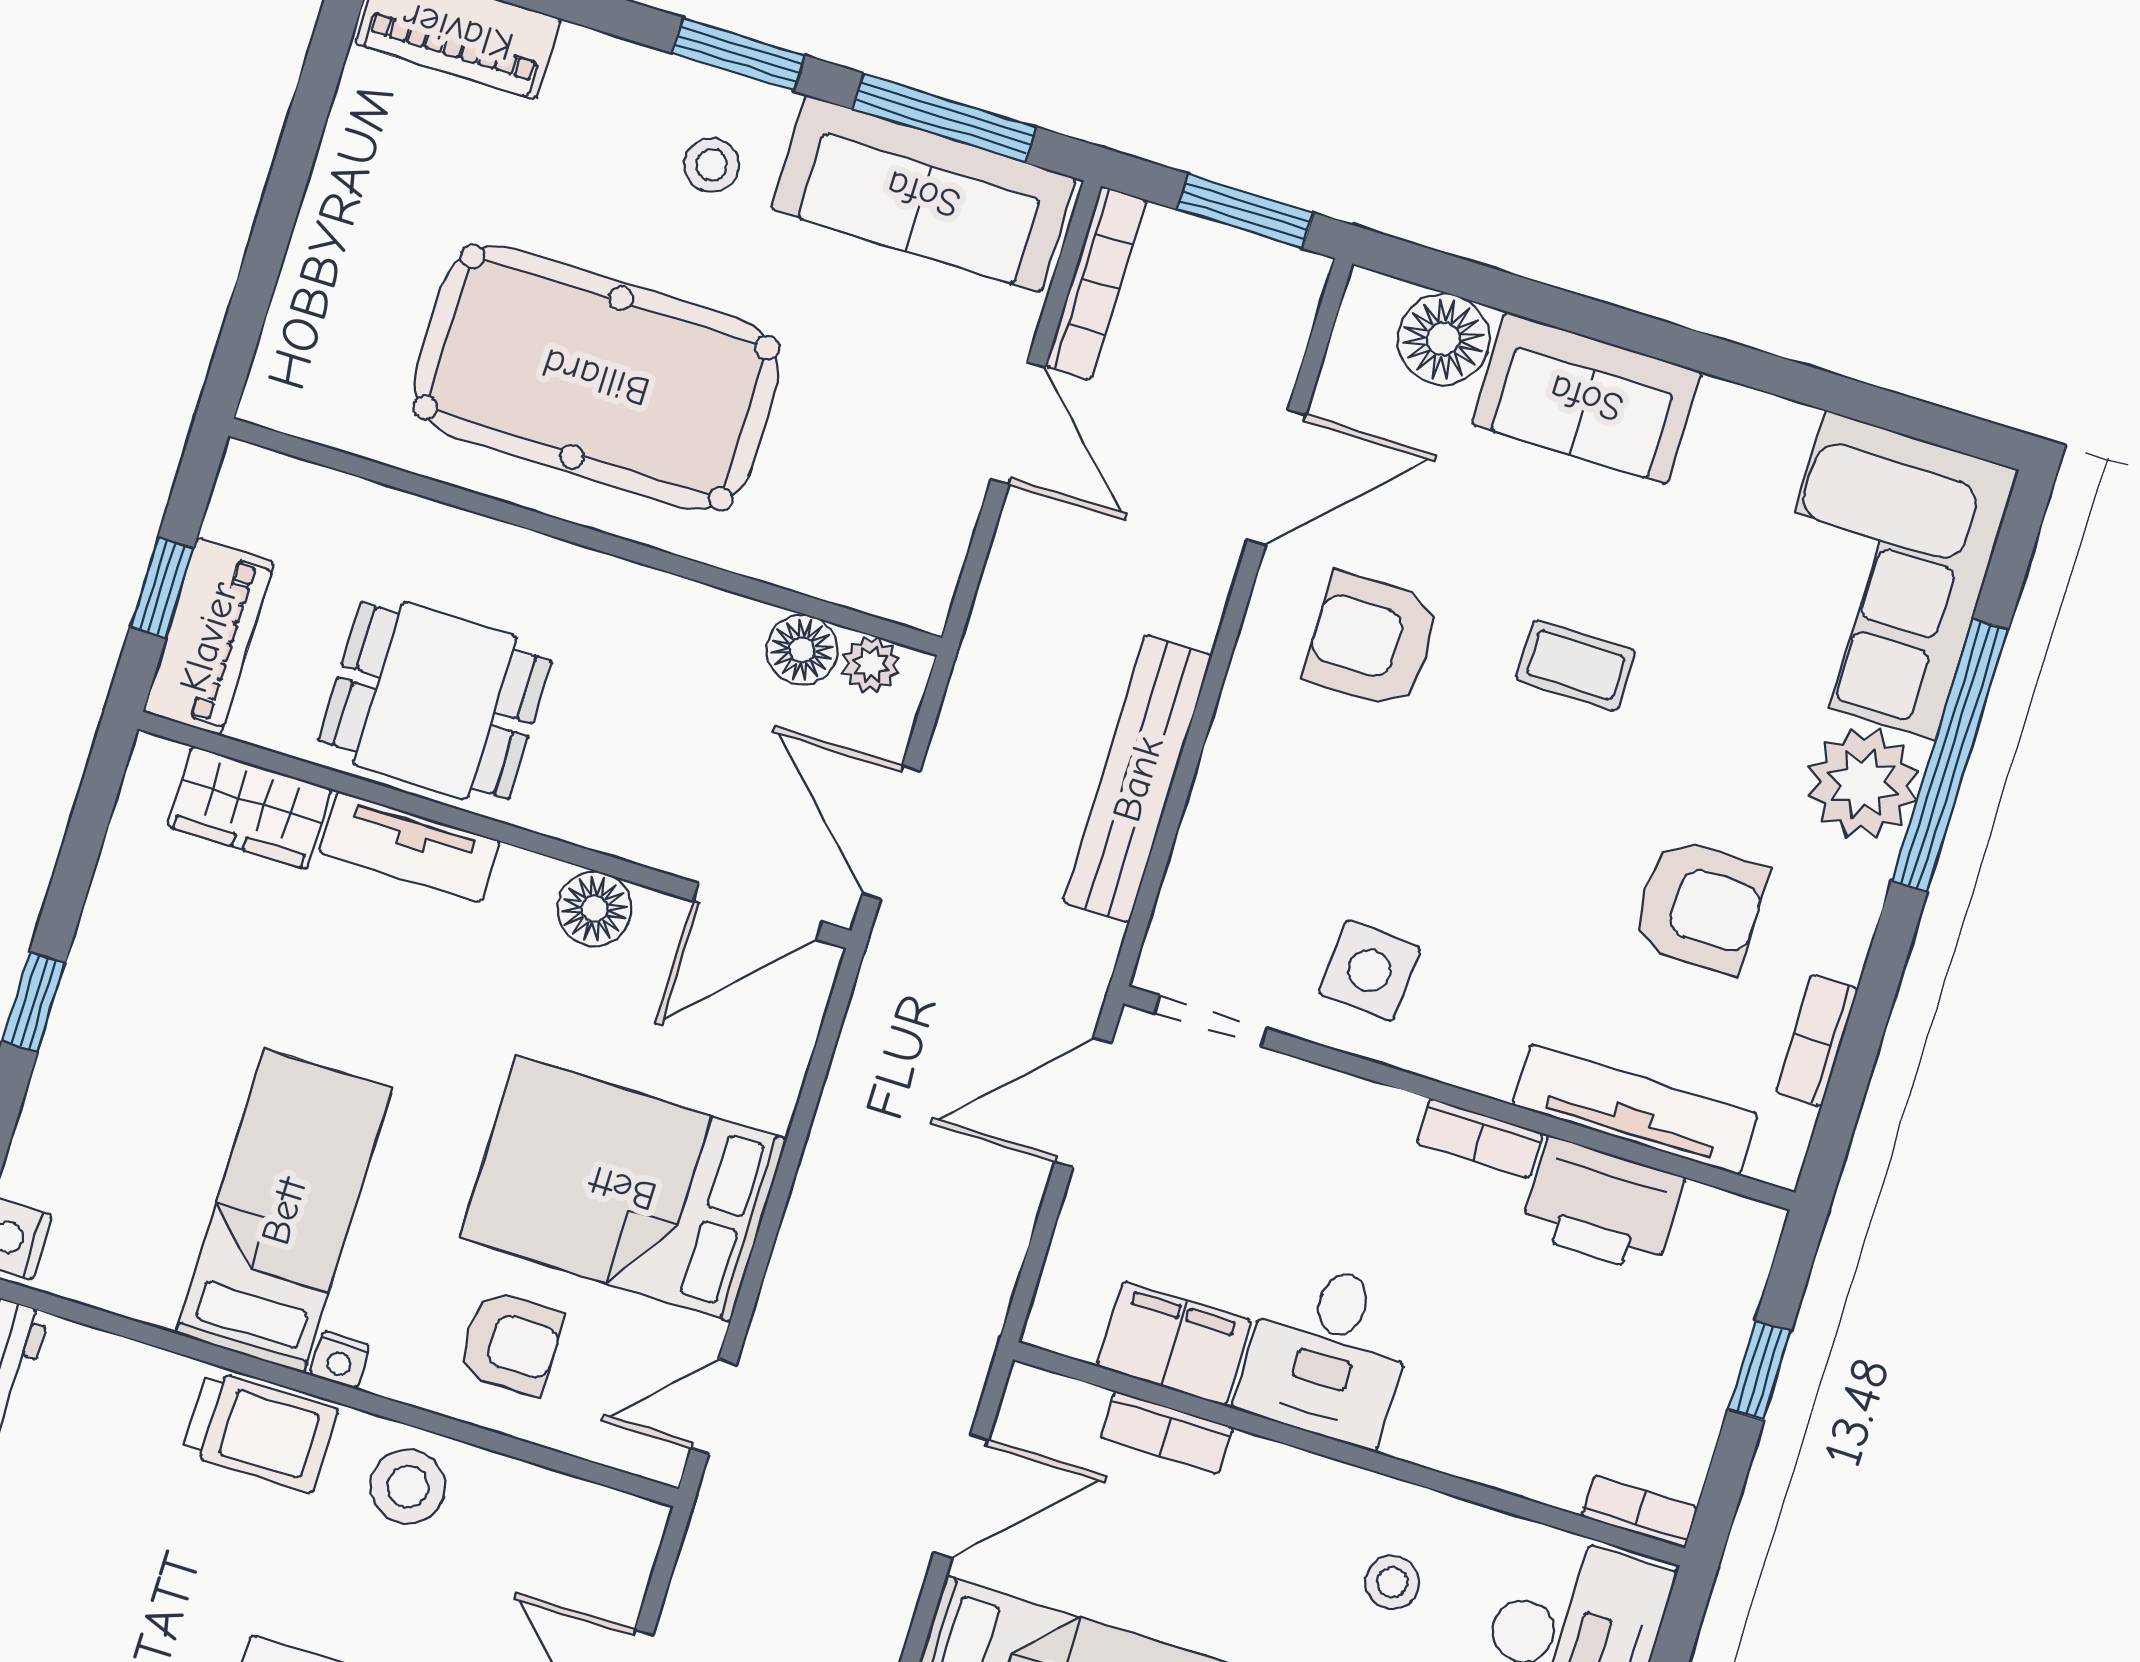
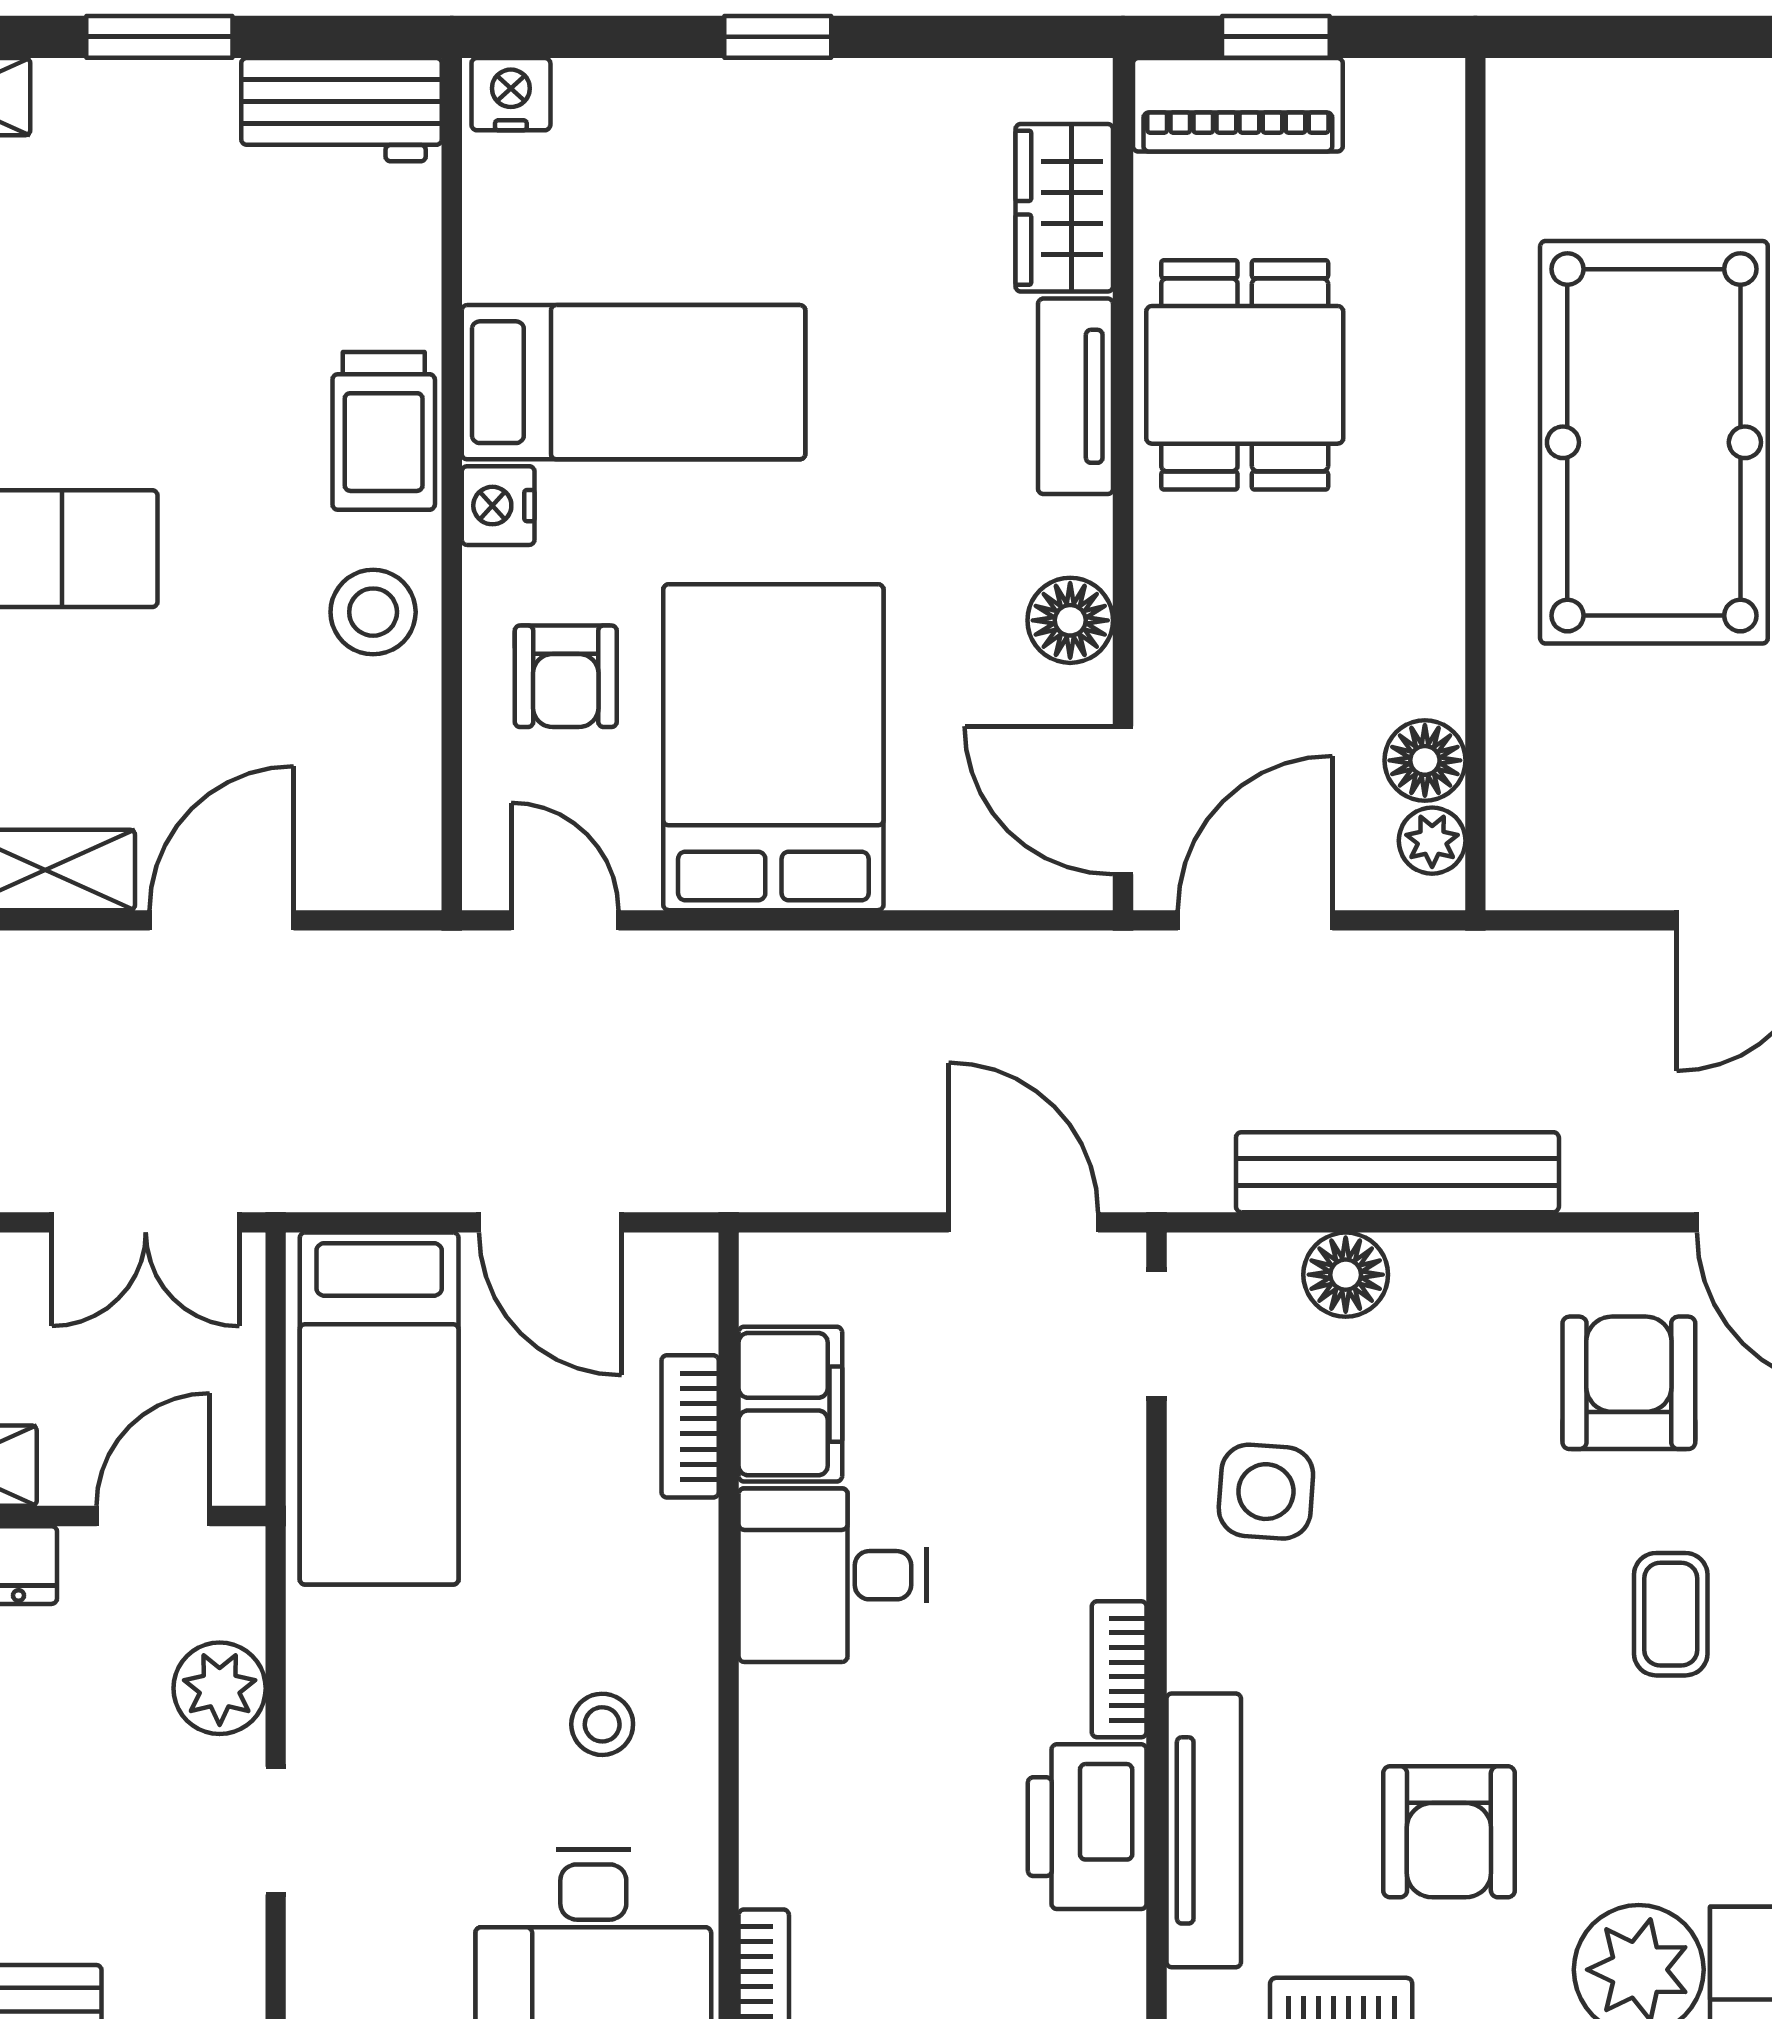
floor lamp: (1209, 848) -> (1346, 1275), added
nightstand: (340, 1360) -> (498, 506), width x1.39, depth x1.35

